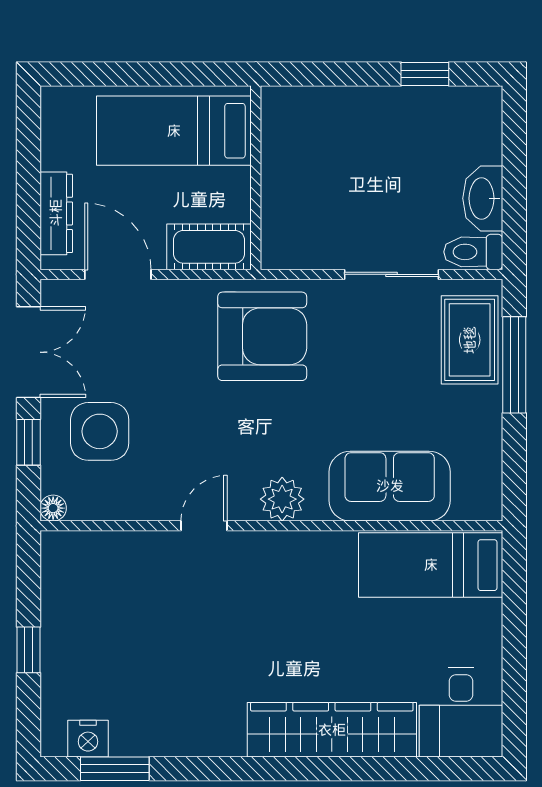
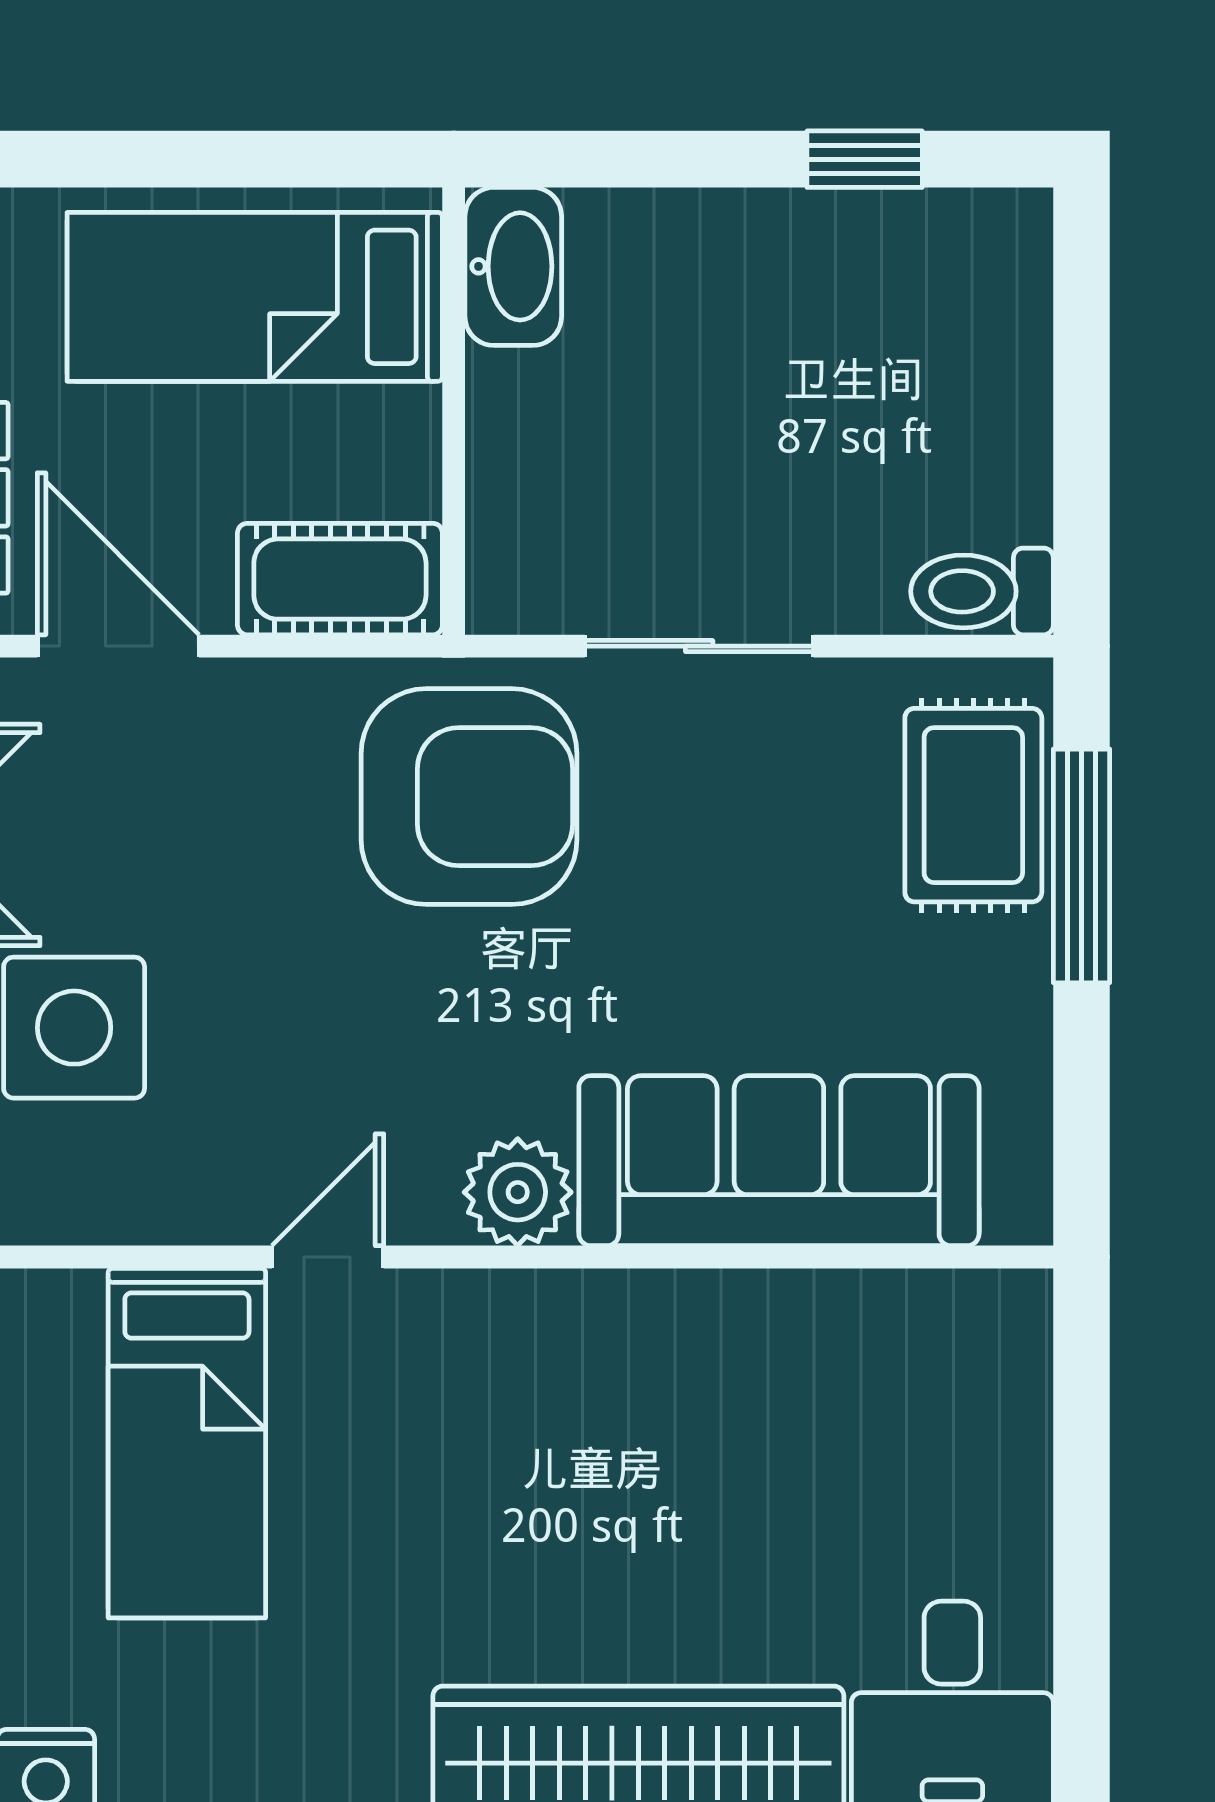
washbasin: (483, 198) -> (513, 266), moved, turned 180
sliding door: (391, 274) -> (699, 646), moved
sofa: (390, 486) -> (779, 1161), width x1.36
bed: (431, 565) -> (187, 1443), moved, turned -90

